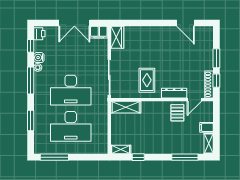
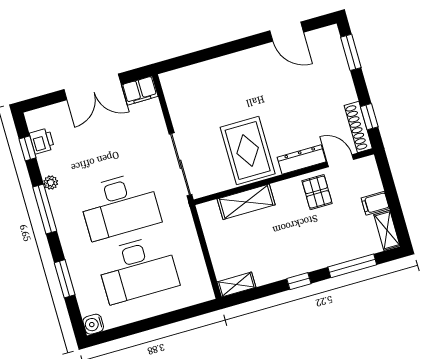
printer: (39, 34) -> (42, 141), moved
wardrobe: (117, 37) -> (174, 90), removed
water cooler: (39, 58) -> (93, 324), moved
window: (216, 58) -> (351, 52), moved
rug: (147, 80) -> (248, 150), width x1.36, depth x1.43
door: (194, 100) -> (340, 161), swing flipped
shelving: (126, 107) -> (246, 202), moved
window: (54, 157) -> (124, 331), removed
window: (138, 157) -> (299, 281), moved

